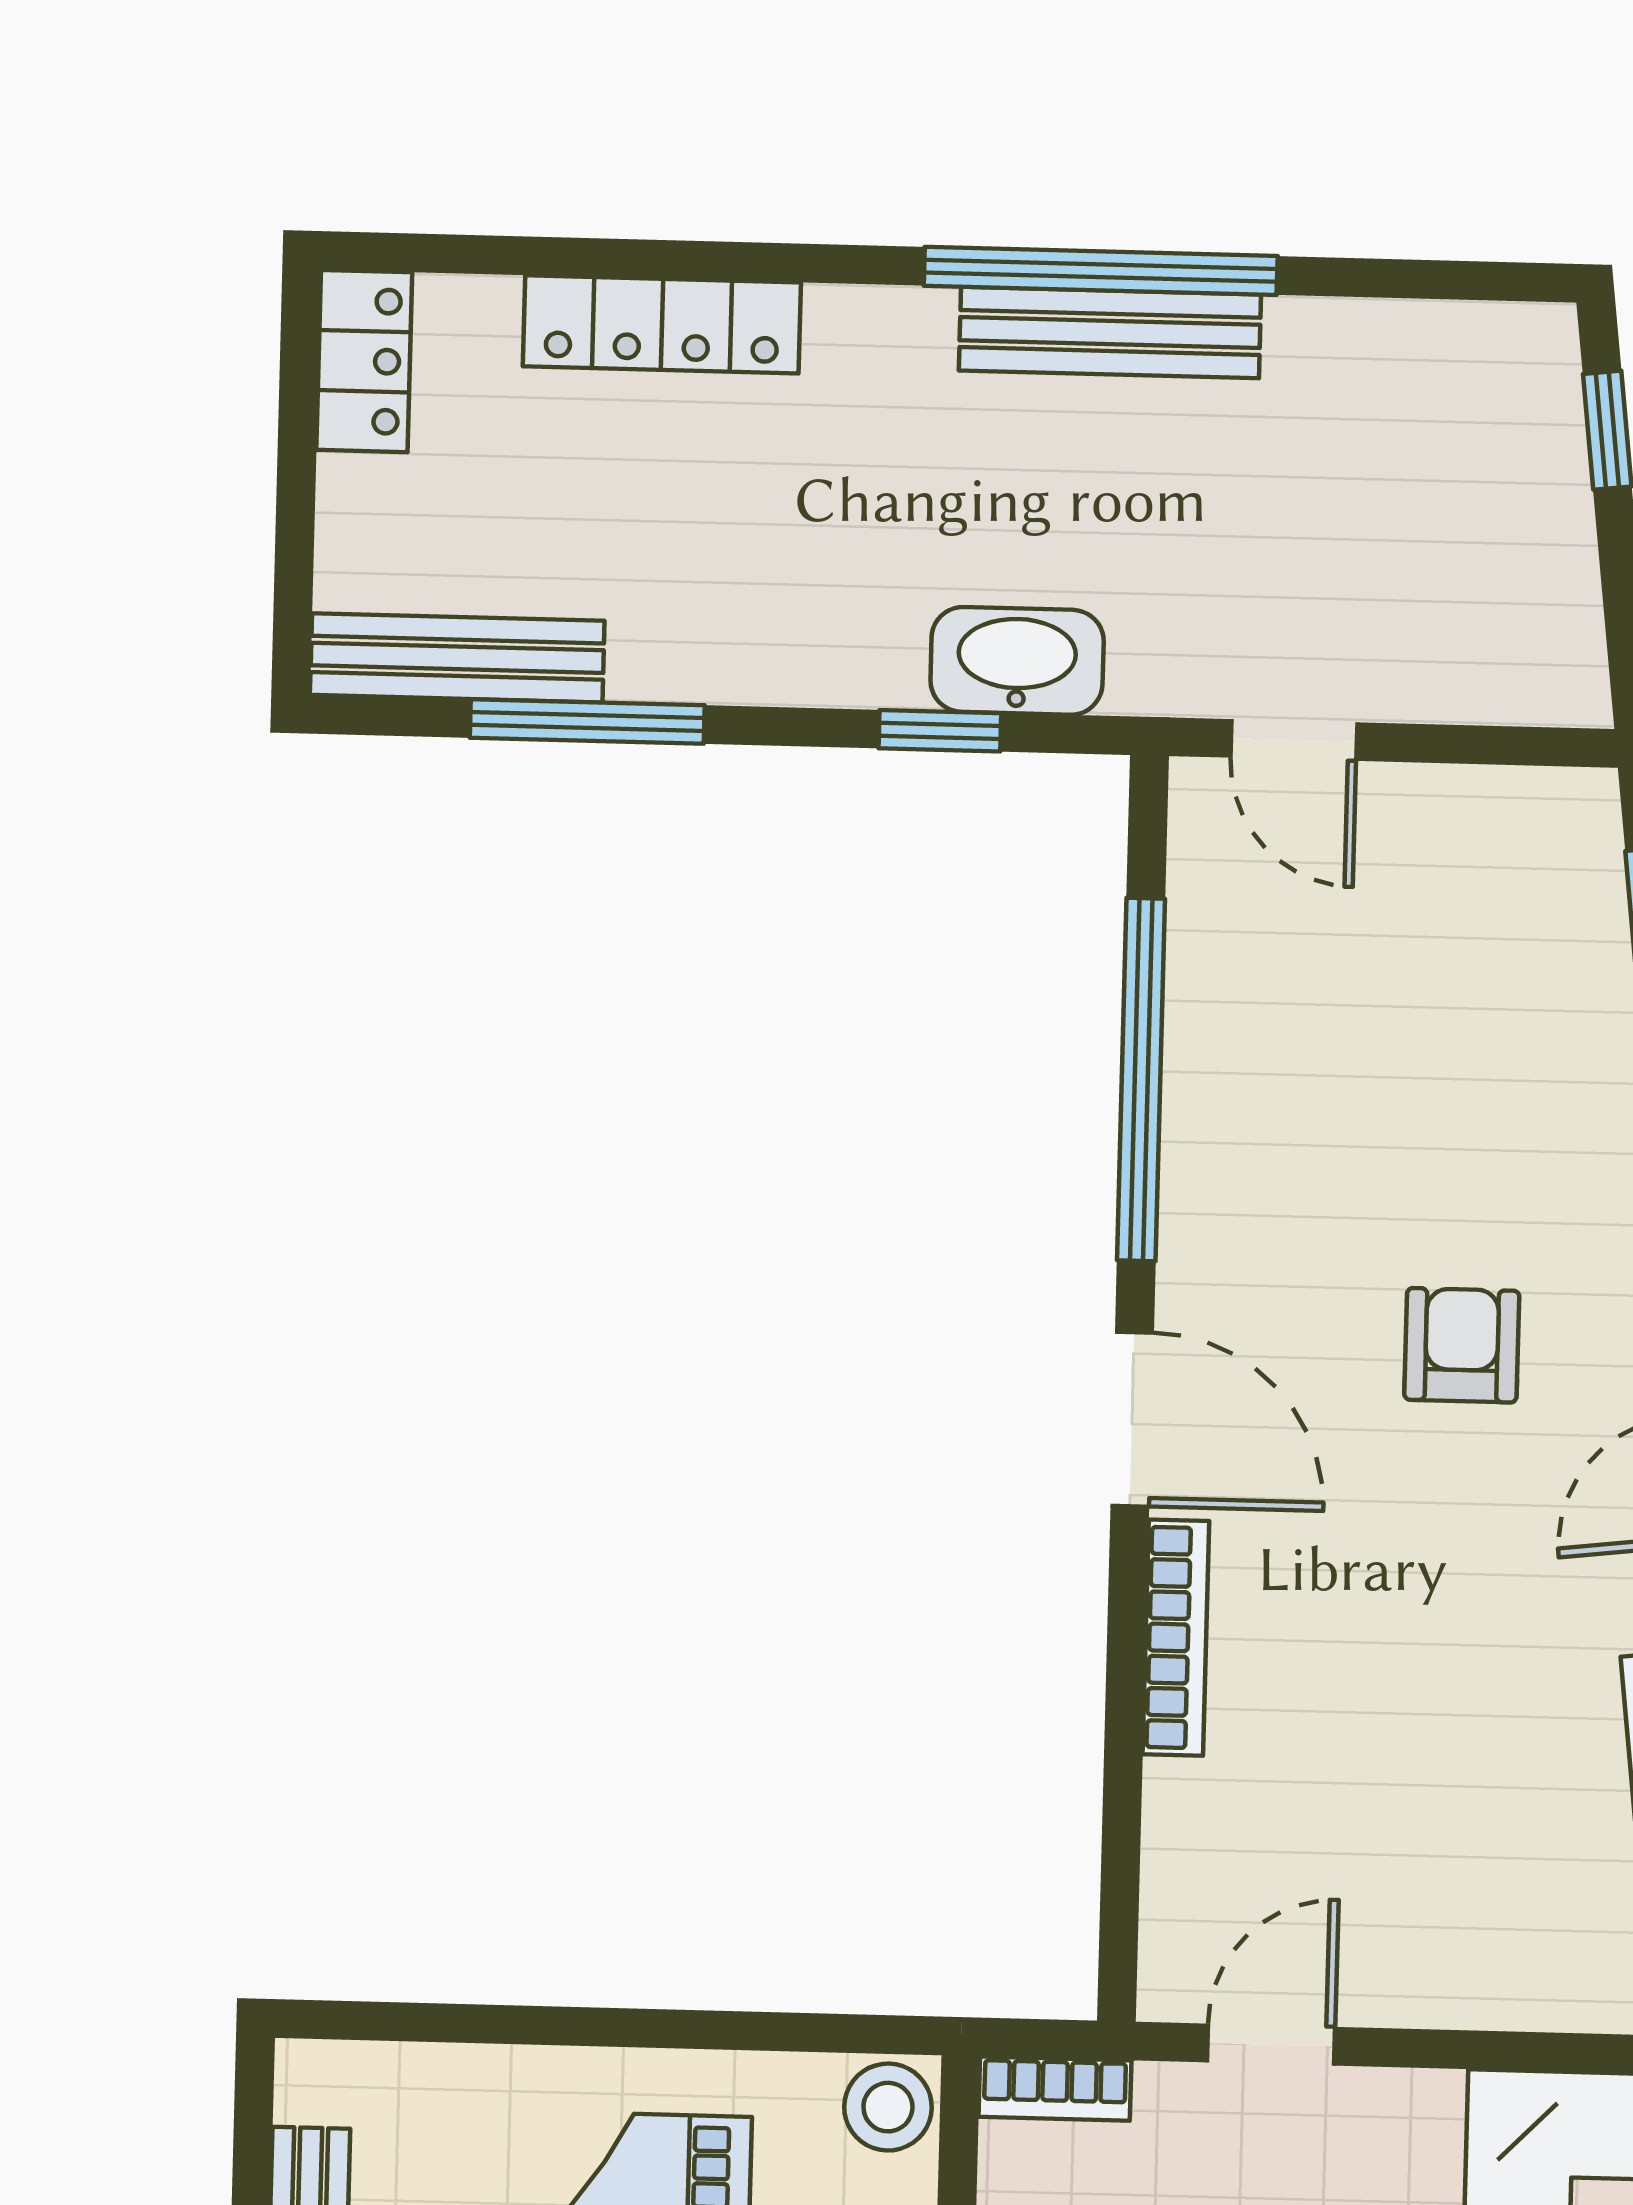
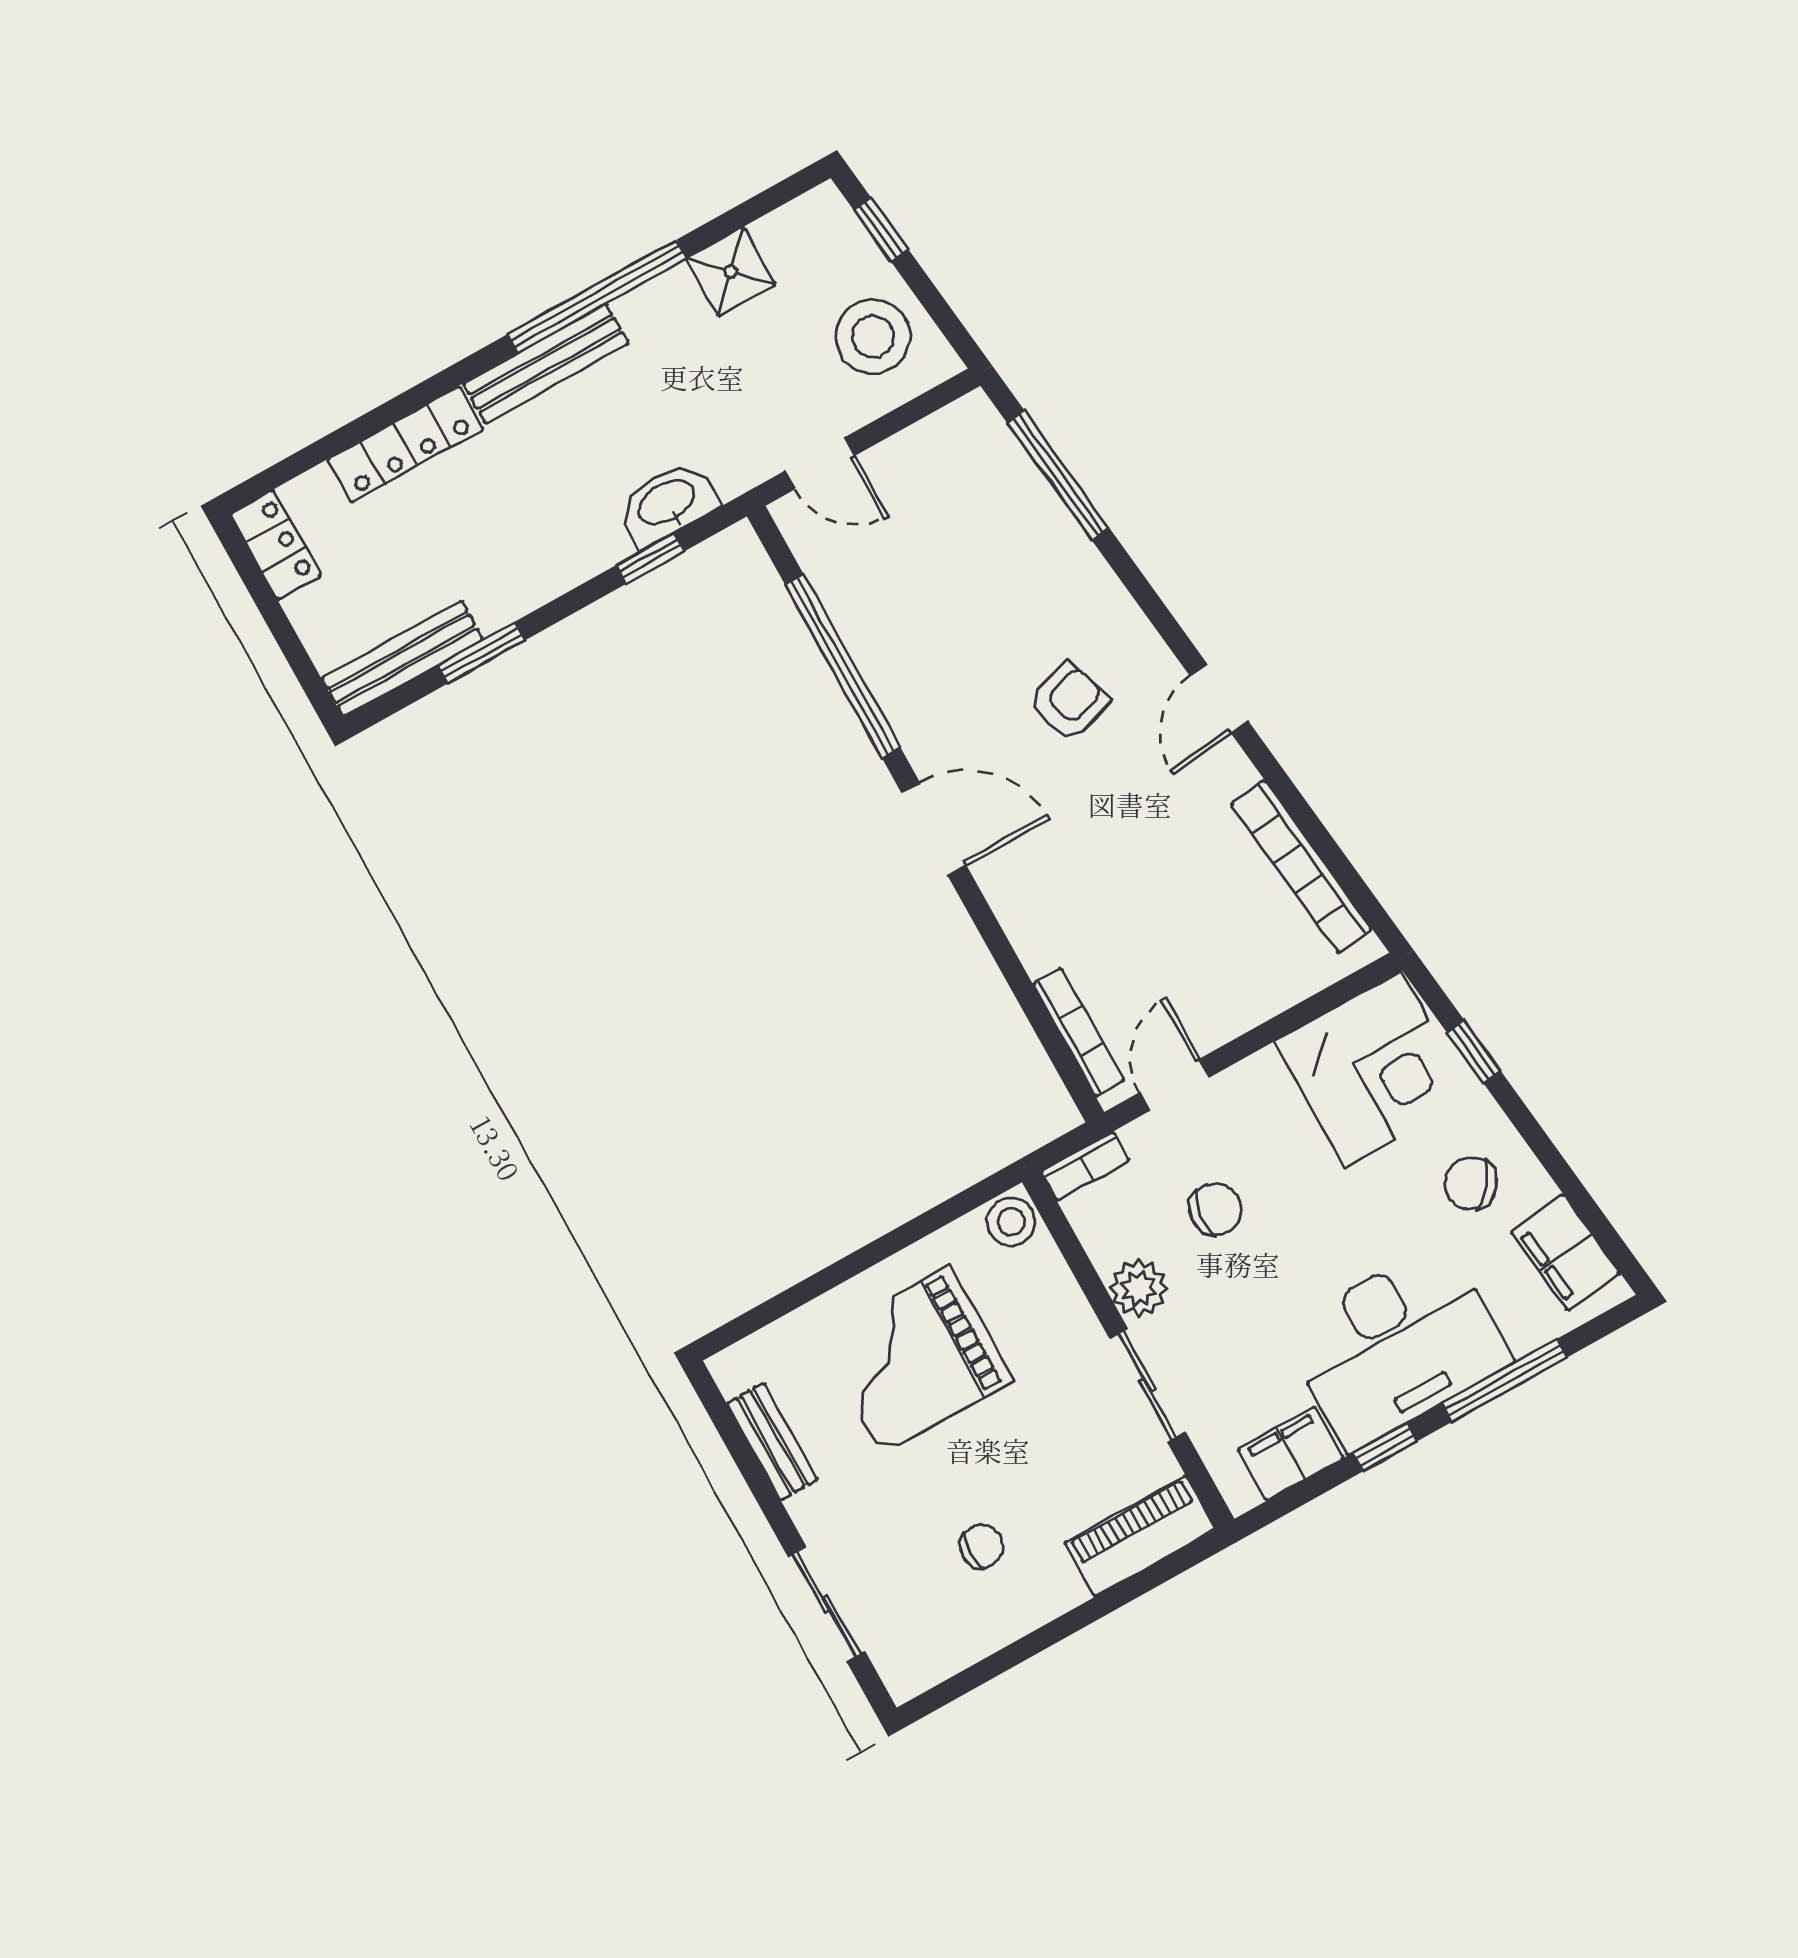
bench: (1110, 332) -> (546, 363), moved
shower: (1333, 357) -> (731, 272), added
stool: (1495, 591) -> (873, 337), added
window: (587, 722) -> (481, 652), width x0.69
armchair: (1462, 1345) -> (1068, 702), turned 72
bookcase: (1176, 1638) -> (1078, 1032), moved

